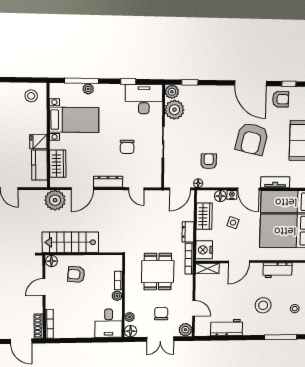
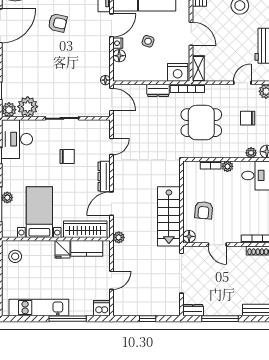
armchair: (252, 139) -> (58, 23), width x0.53, depth x0.53
armchair: (209, 161) -> (82, 69), removed
wardrobe: (58, 164) -> (85, 229), width x1.50
door: (82, 189) -> (111, 204), swing flipped
plant: (55, 200) -> (119, 237), width x0.53, depth x0.53
wardrobe: (204, 216) -> (141, 73), removed

